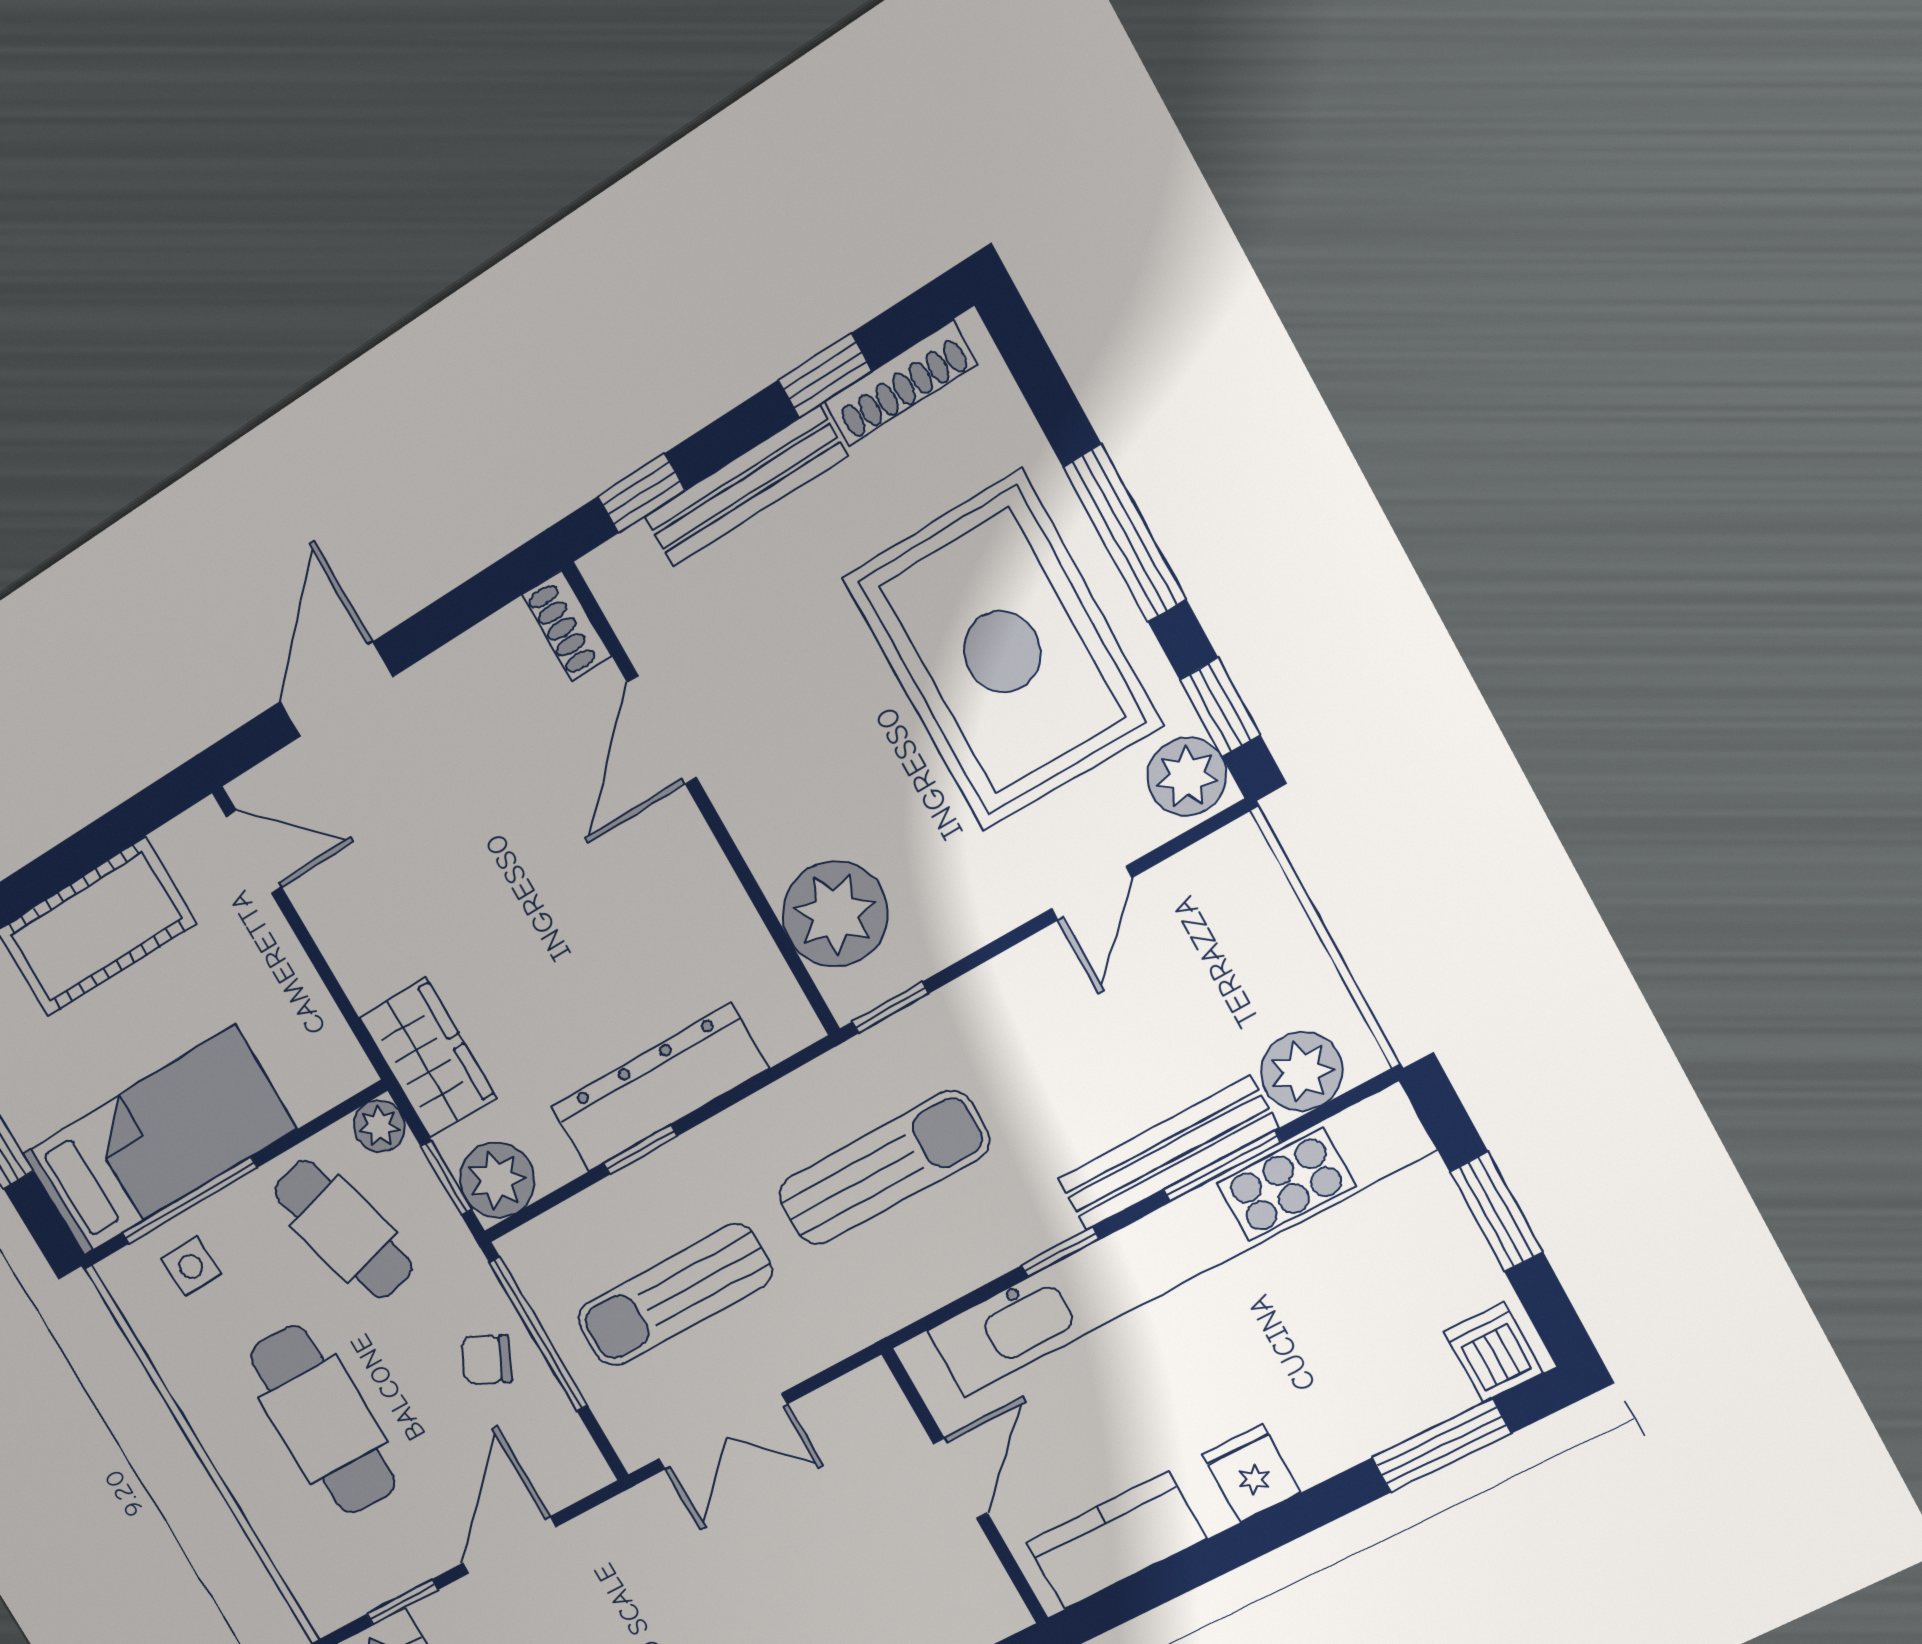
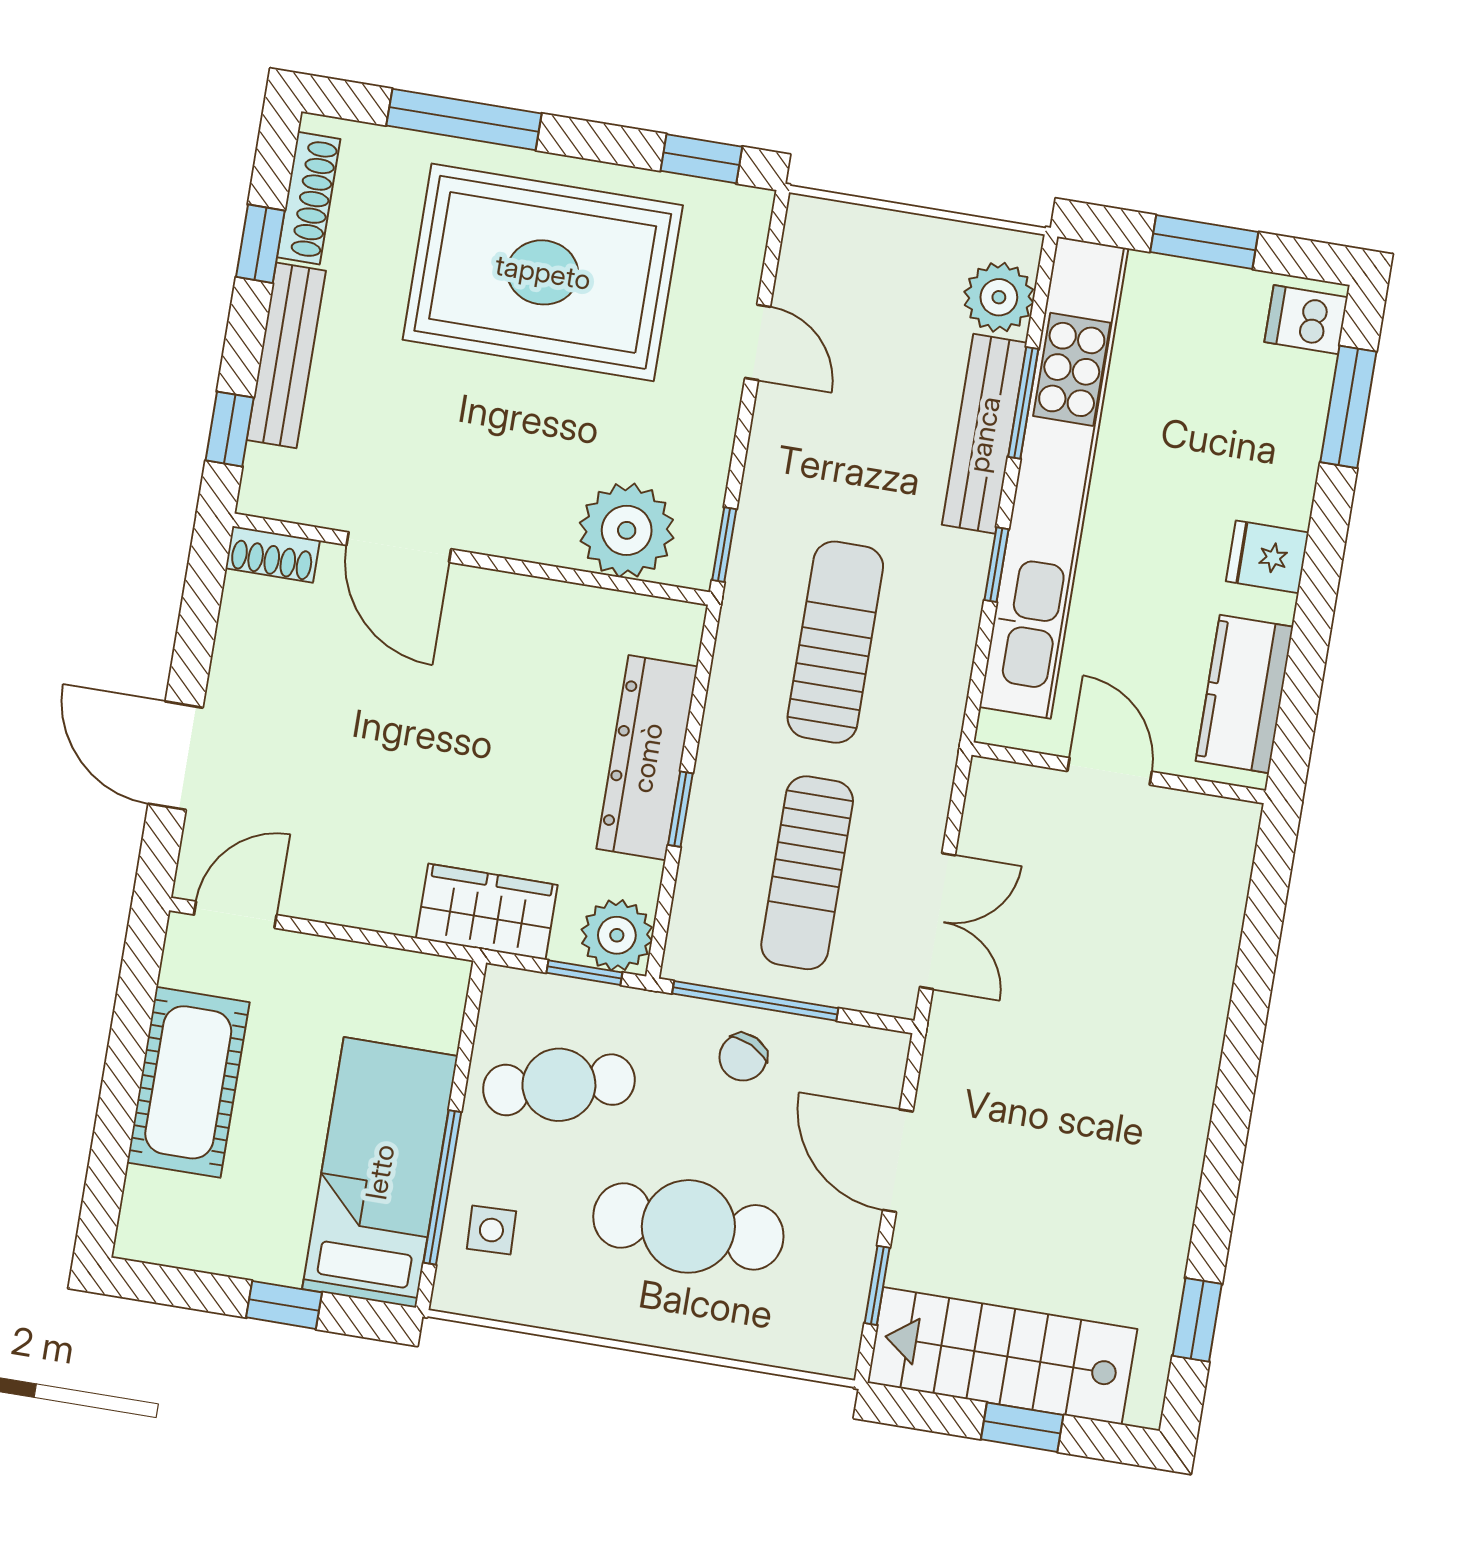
window: (1125, 533) -> (464, 119), moved
plant: (1187, 777) -> (730, 217), removed
plant: (379, 1126) -> (506, 991), removed

